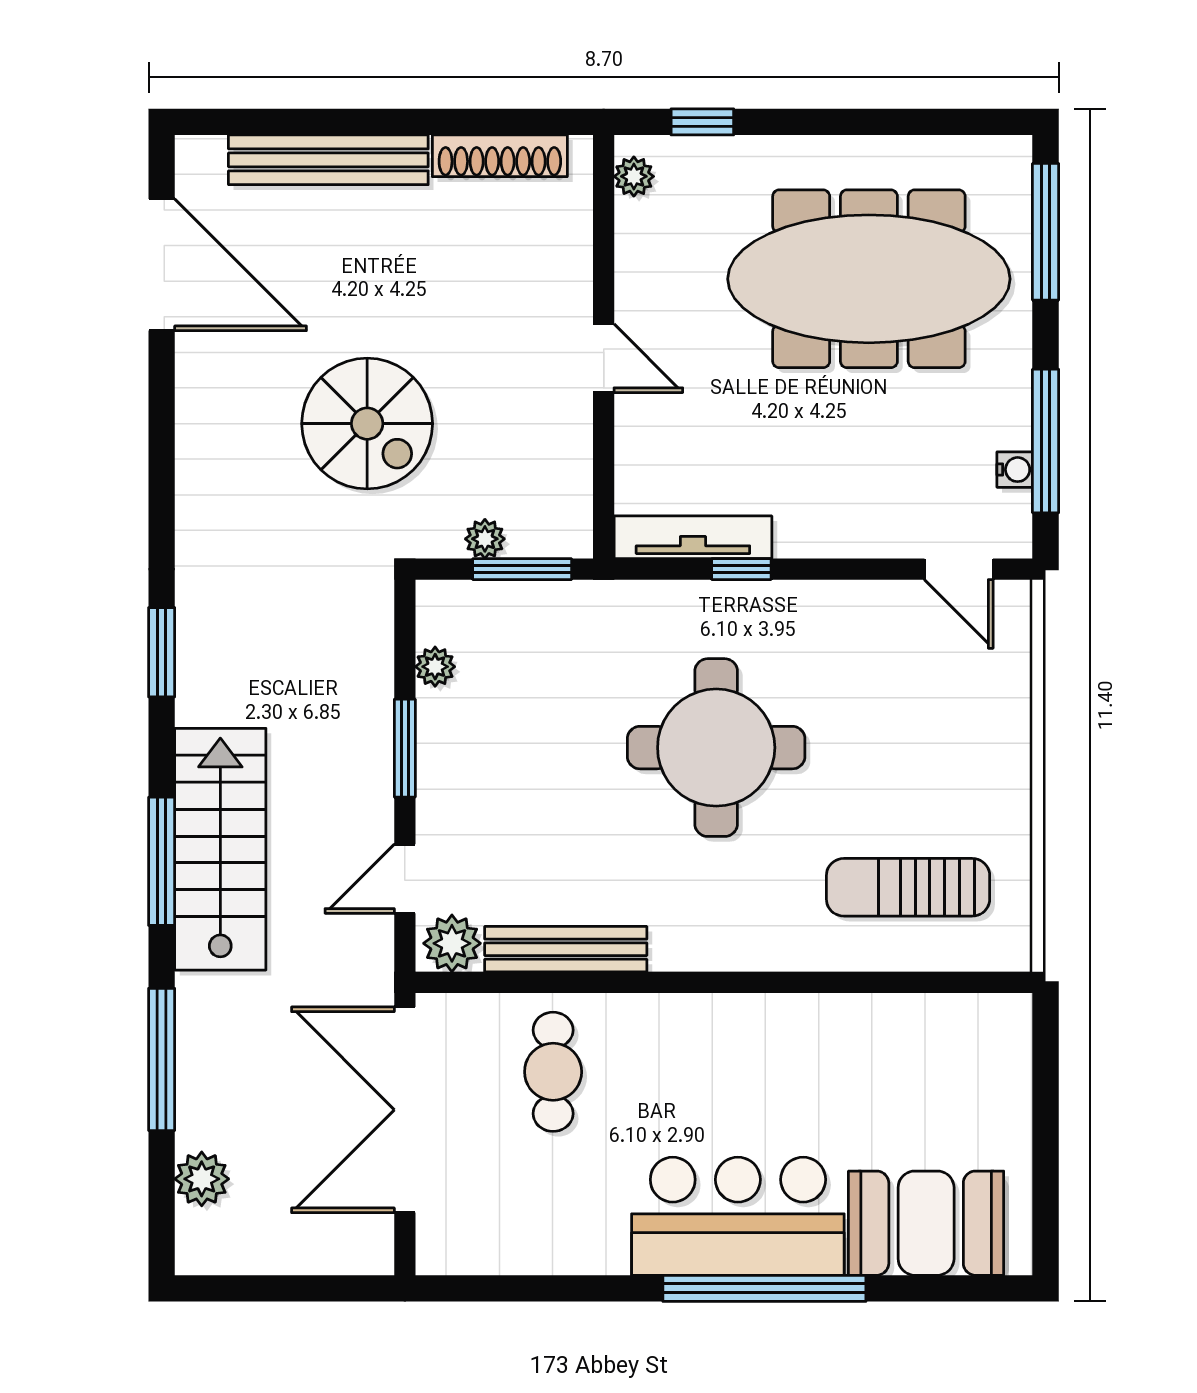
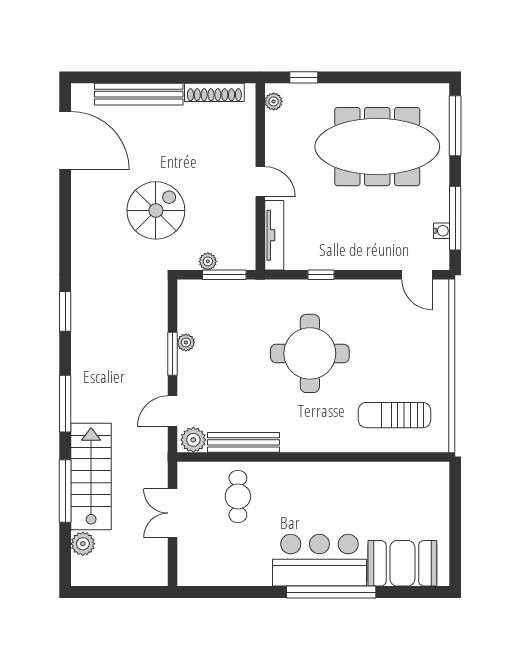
spiral stairs: (367, 424) -> (156, 210), turned -90
tv unit: (693, 537) -> (274, 235), moved, turned 90
plant: (435, 667) -> (186, 342), moved
stairs: (220, 849) -> (91, 477), moved
double door: (405, 1110) -> (172, 513), width x0.54

